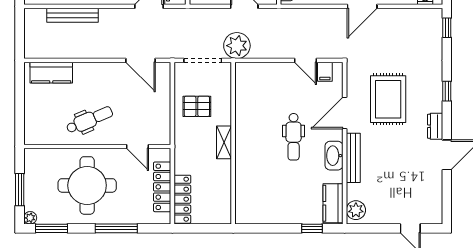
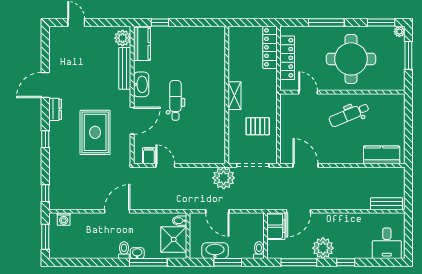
bench: (73, 15) -> (387, 204), moved, width x0.73
bench: (353, 158) -> (125, 68), moved

